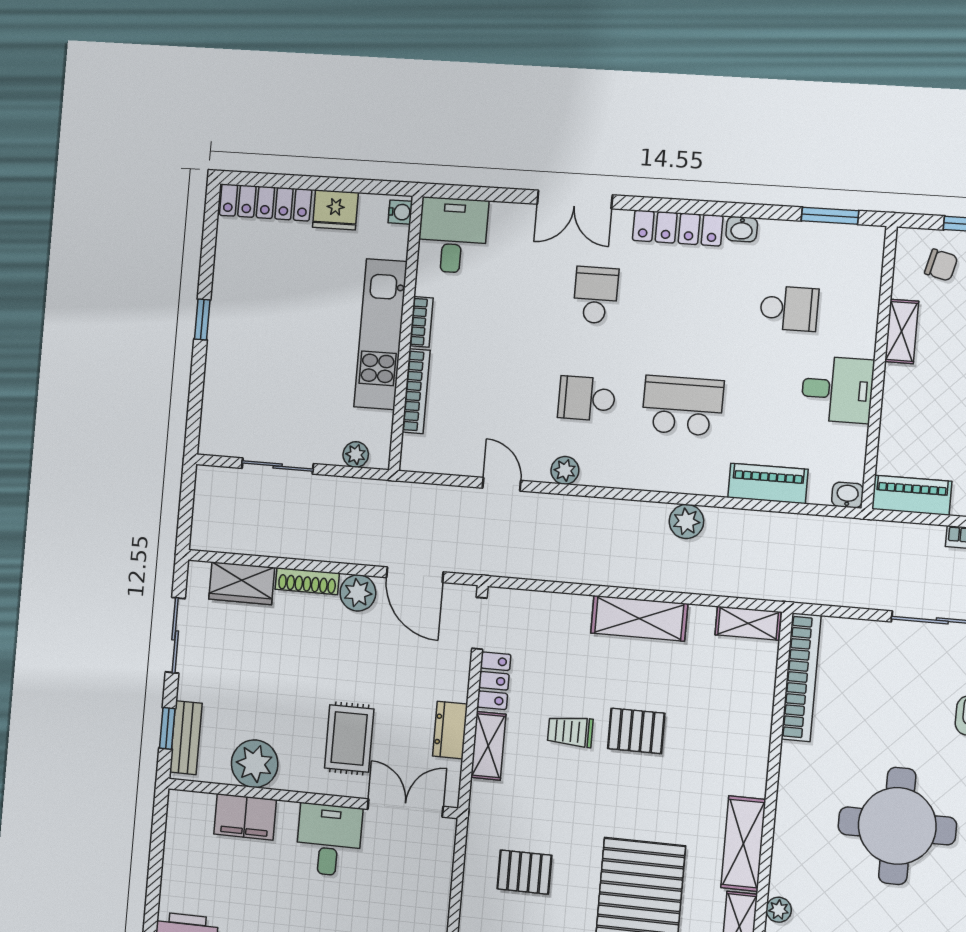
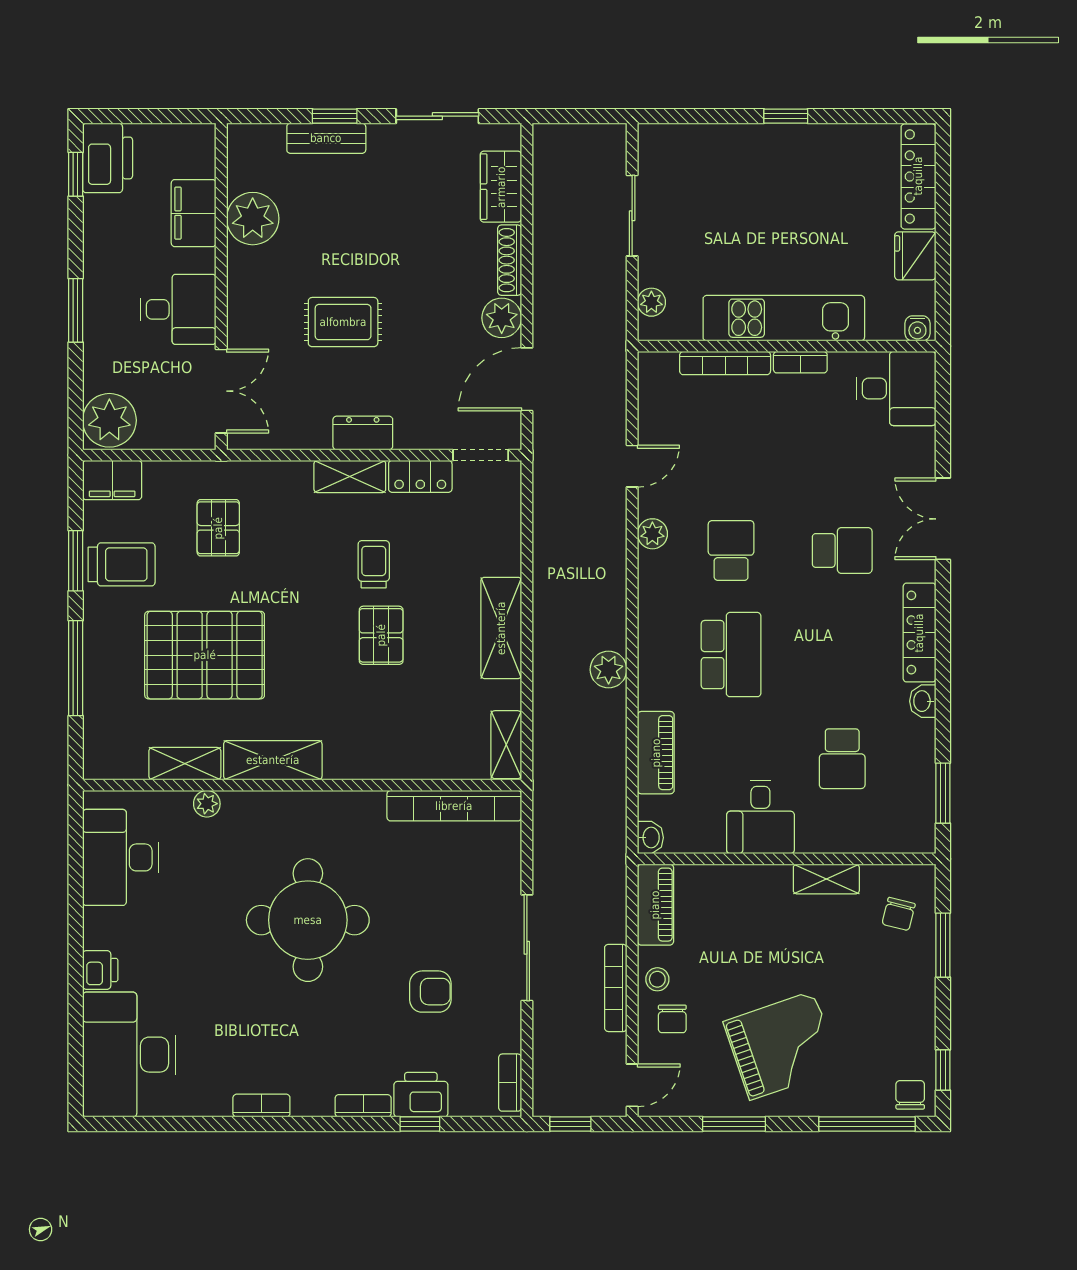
plant: (255, 764) -> (253, 219), moved
wall: (312, 798) -> (221, 286), moved
double door: (405, 808) -> (221, 391), moved
filing cabinet: (245, 817) -> (194, 213), moved
desk: (329, 840) -> (178, 309), moved

